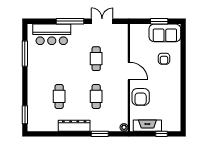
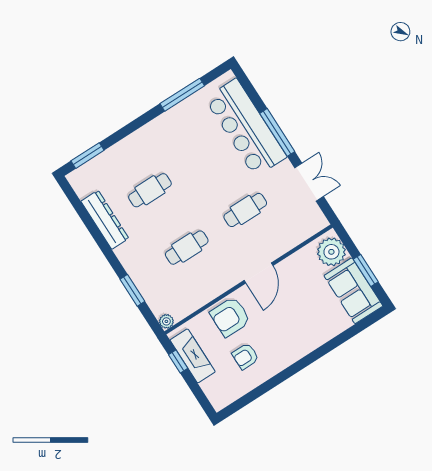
plant: (141, 32) -> (331, 252), added
bar counter: (52, 34) -> (246, 128), width x1.36
armchair: (164, 59) -> (245, 356), moved
dresser: (74, 126) -> (105, 220), moved
window: (161, 134) -> (178, 361), moved

